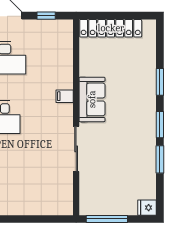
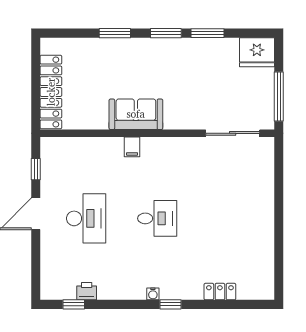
sliding door: (76, 149) -> (233, 133), moved
fridge: (147, 208) -> (257, 52), width x1.88, depth x1.34

